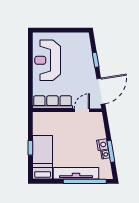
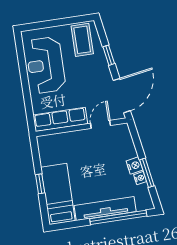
coffee table: (78, 46) -> (82, 40), added

